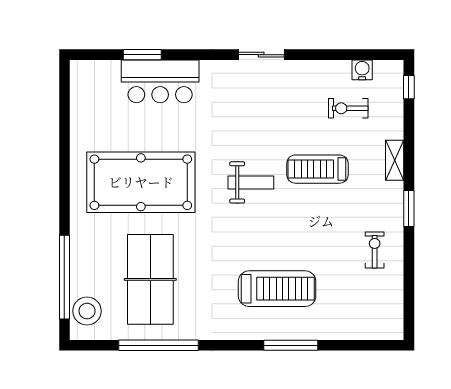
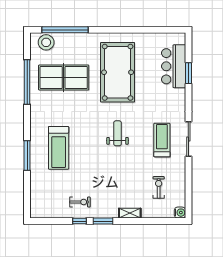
sliding door: (261, 55) -> (188, 139), width x1.37
water cooler: (362, 70) -> (180, 213), moved
bar counter: (160, 81) -> (174, 66), moved
window: (409, 87) -> (79, 221), moved
treadmill: (317, 169) -> (162, 140), moved
weight bench: (251, 182) -> (118, 133), turned 180

